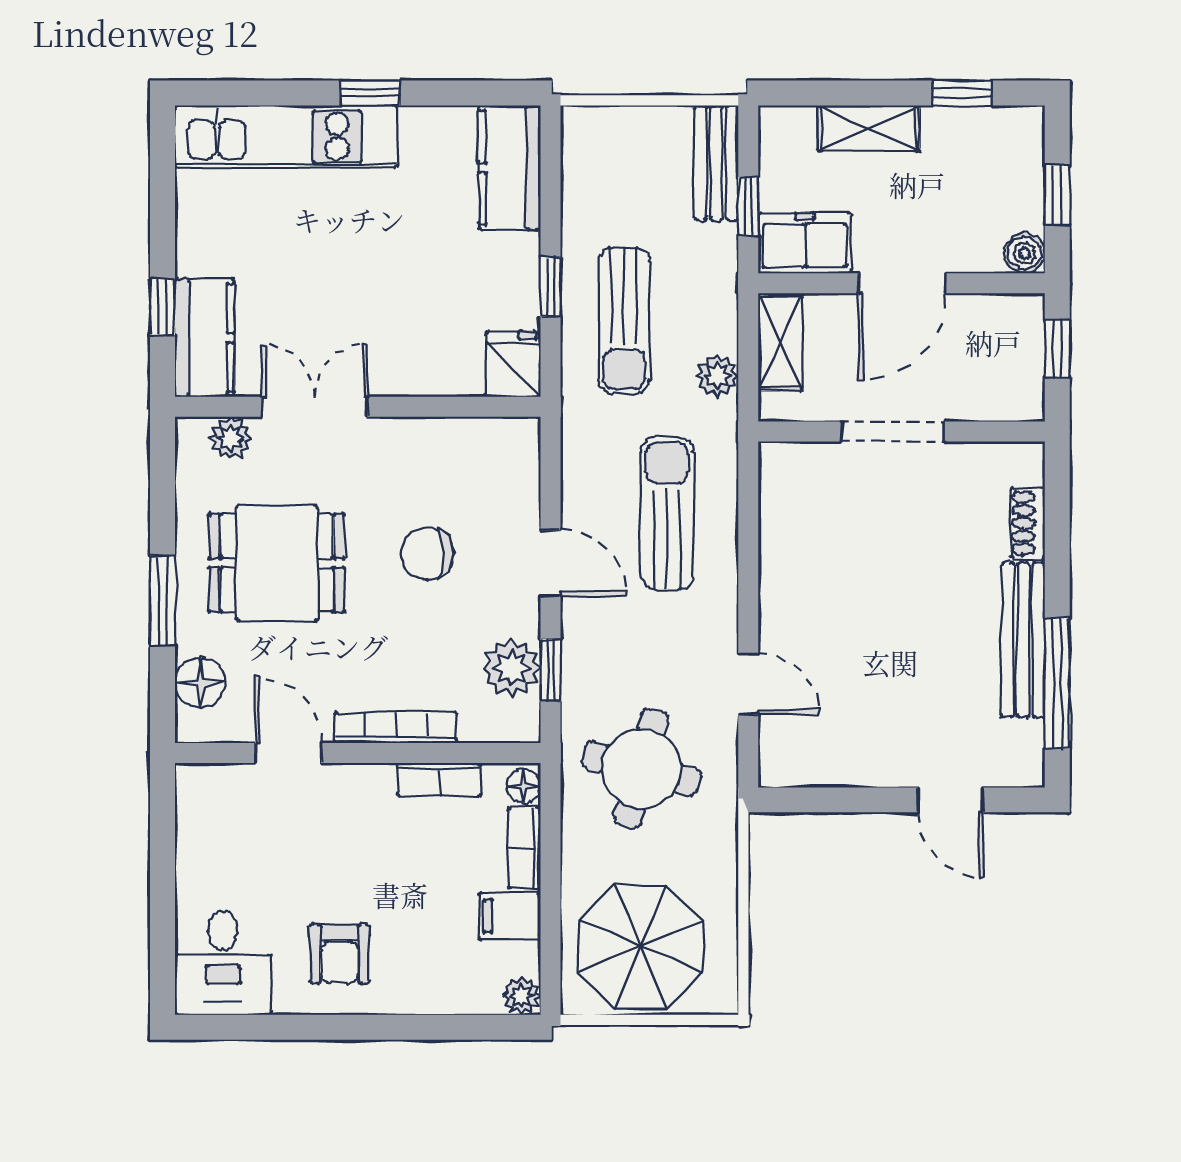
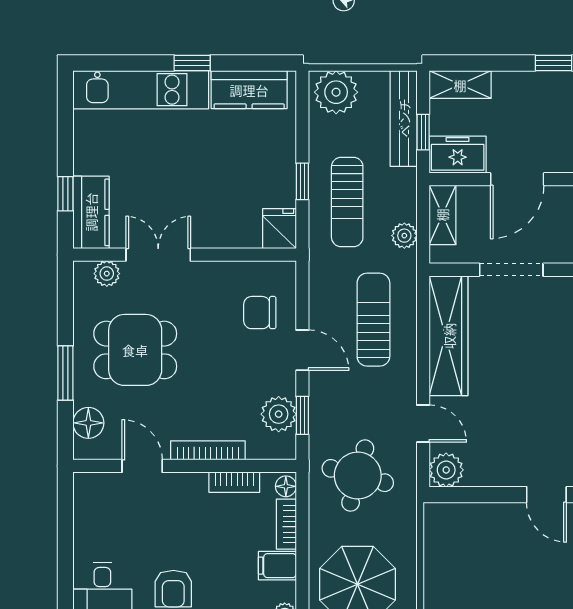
shelving: (868, 128) -> (460, 85), moved
plant: (606, 141) -> (336, 92), added
bench: (716, 163) -> (404, 118), width x1.36
kitchen counter: (510, 168) -> (249, 90), moved, turned -90
wardrobe: (790, 540) -> (449, 336), added
chair: (427, 554) -> (260, 313), moved
plant: (786, 760) -> (446, 470), added

